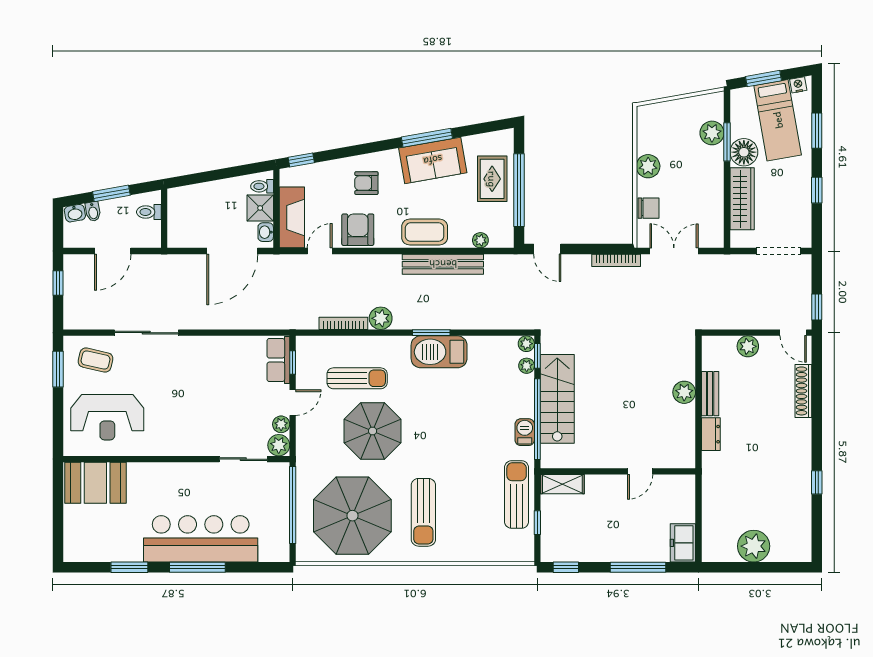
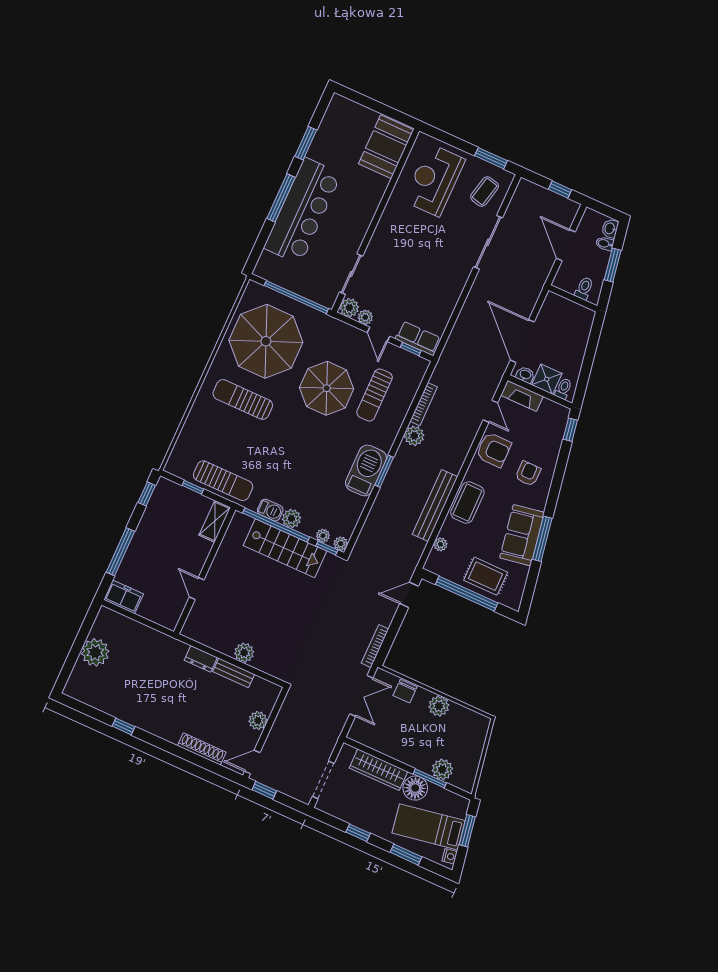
fireplace: (292, 217) -> (522, 396), width x0.73, depth x0.76
plant: (524, 406) -> (291, 519), added

